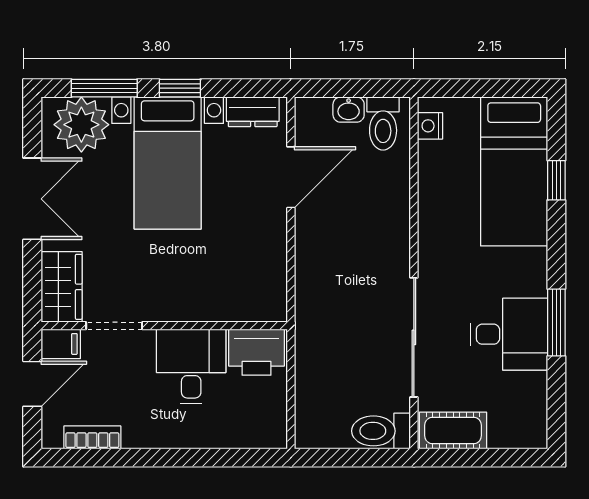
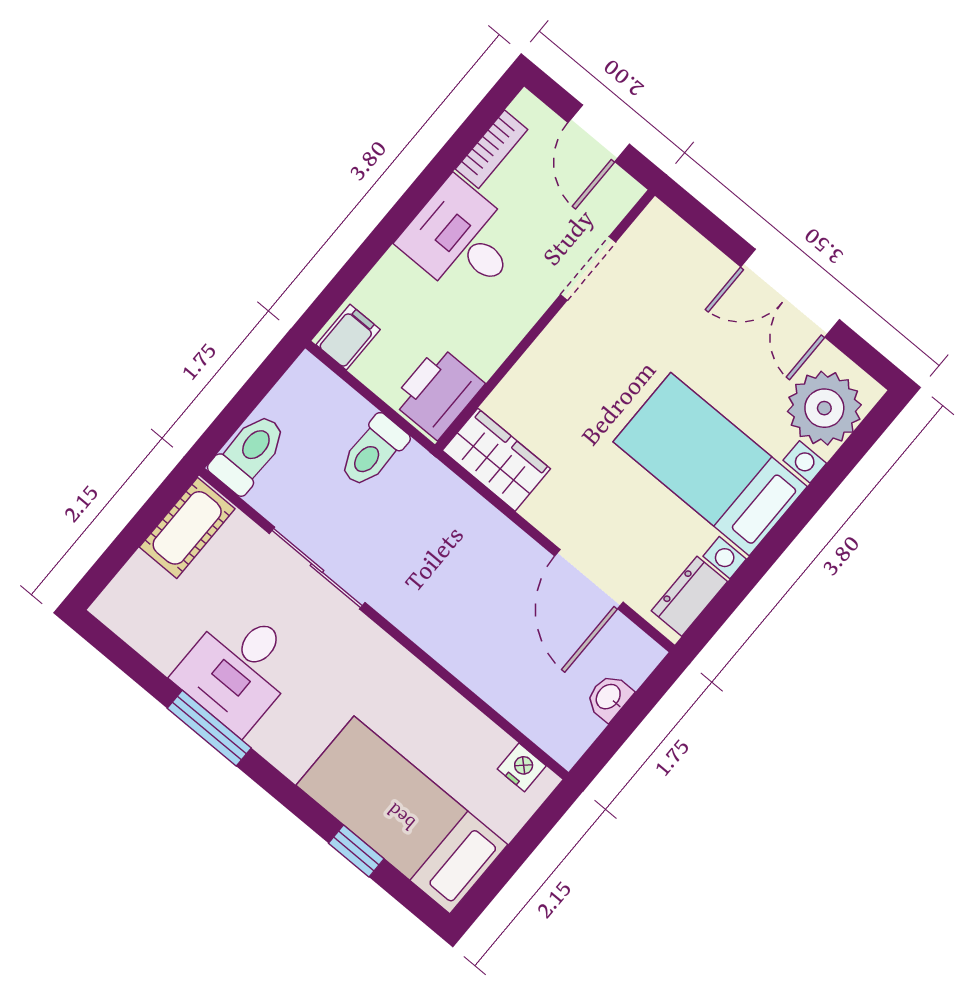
window: (104, 88) -> (842, 463), removed
window: (180, 88) -> (777, 541), removed
toilet: (383, 124) -> (373, 451), moved, turned -90
wardrobe: (62, 287) -> (496, 460), moved, turned 180
sliding door: (414, 337) -> (317, 568), width x0.73
filing cabinet: (61, 344) -> (348, 337), moved, turned 180
desk: (191, 367) -> (461, 240), moved, turned 180

